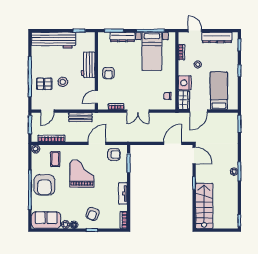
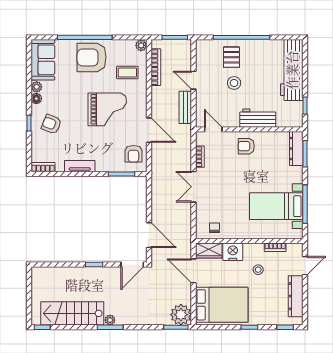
dresser: (122, 37) -> (296, 149), moved
bed: (219, 91) -> (222, 305), width x1.50
door: (47, 111) -> (194, 80), moved
plant: (230, 120) -> (181, 315), added
stairs: (204, 206) -> (72, 313), moved, turned 180

